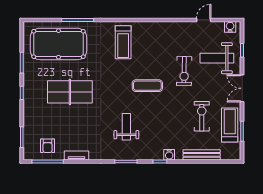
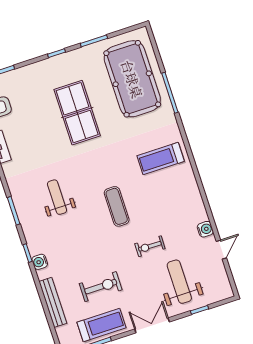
door: (204, 20) -> (221, 250), hinge flipped
water cooler: (230, 27) -> (205, 229), moved
exercise bike: (184, 71) -> (150, 246), width x0.73, depth x0.72
weight bench: (126, 127) -> (57, 197), turned -90

